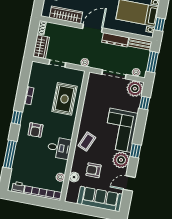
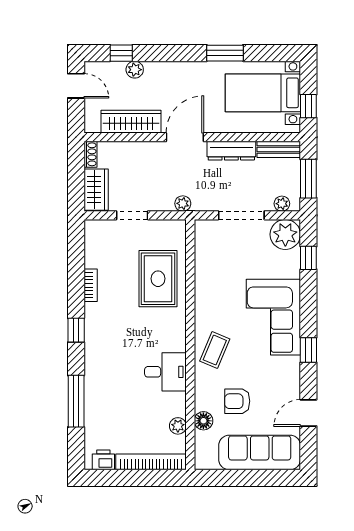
armchair: (35, 130) -> (115, 347), removed
plant: (121, 160) -> (285, 372), removed

